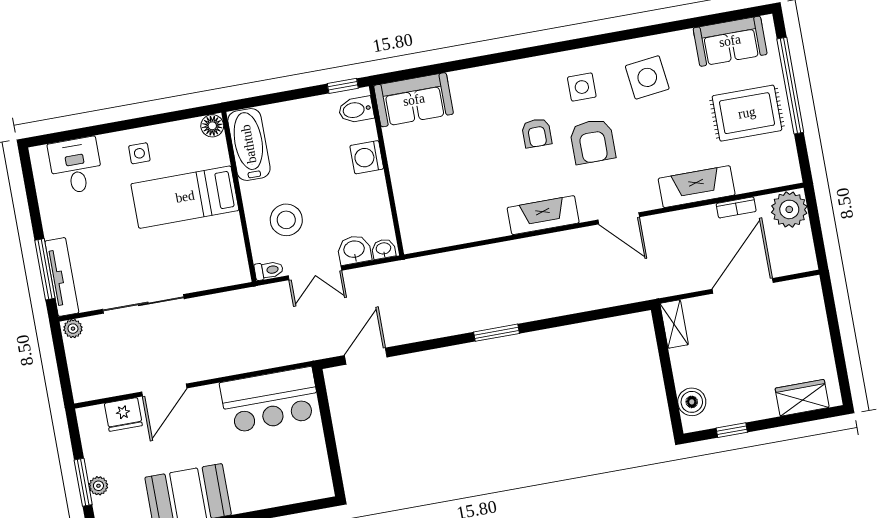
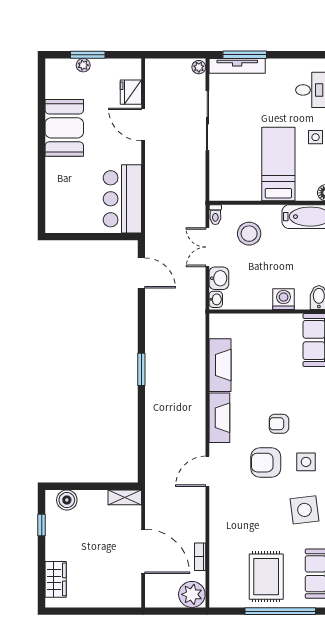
fireplace: (697, 187) -> (220, 365), moved

